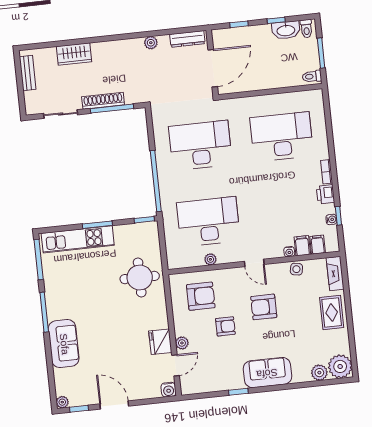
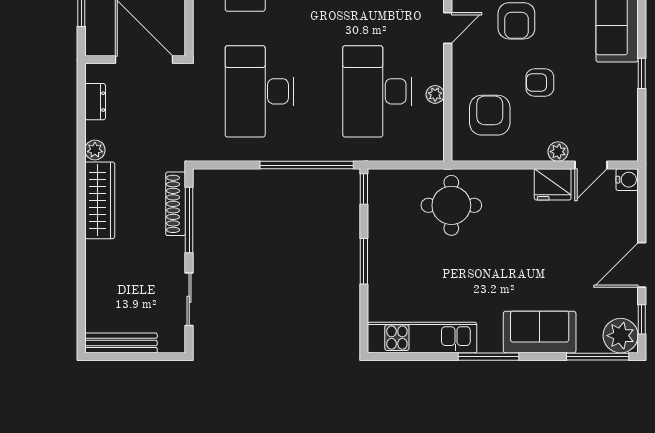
dresser: (187, 39) -> (95, 102), width x0.70
wardrobe: (74, 54) -> (100, 200), moved, width x1.50
bench: (28, 73) -> (121, 343), width x1.36
shoe rack: (103, 101) -> (176, 204), moved
kitchen unit: (78, 239) -> (422, 338), moved, turned -90
window: (39, 260) -> (598, 357), moved
armchair: (225, 326) -> (540, 83), turned -90
door: (175, 365) -> (591, 165), swing flipped
plant: (62, 402) -> (621, 336), width x1.87, depth x1.87

